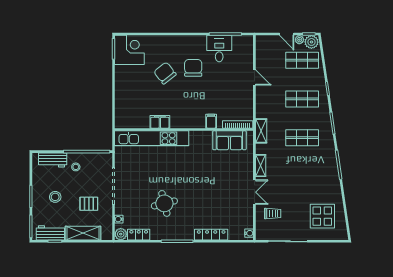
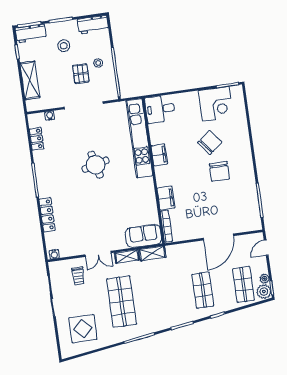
door: (287, 34) -> (266, 248), moved
desk: (219, 49) -> (160, 109), moved, turned 180
corner desk: (129, 50) -> (216, 104), moved
chair: (193, 68) -> (219, 171), turned 90
door: (254, 77) -> (218, 237), width x1.88
filing cabinet: (211, 121) -> (166, 198), width x2.00
filing cabinet: (160, 122) -> (159, 155), moved
shelving: (261, 131) -> (152, 253), moved
shop shelf: (302, 138) -> (122, 302), moved, width x1.43, depth x1.36
sofa: (229, 140) -> (143, 236), moved, turned 90
workbench: (53, 160) -> (93, 25), moved, turned -90
round table: (164, 203) -> (96, 165), moved
pallet: (89, 204) -> (81, 74), moved
workbench: (50, 233) -> (31, 33), moved, turned 90
plant: (121, 234) -> (34, 120), removed

